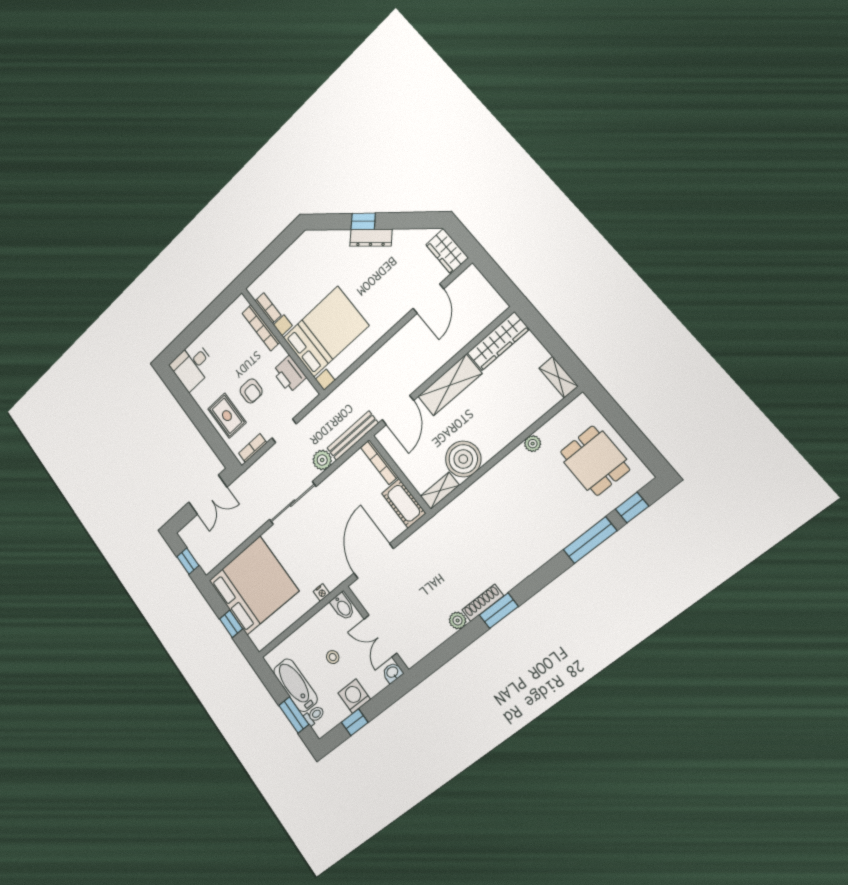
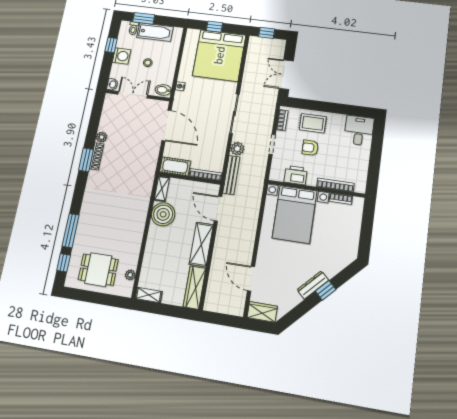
plant: (533, 444) -> (130, 275), moved

